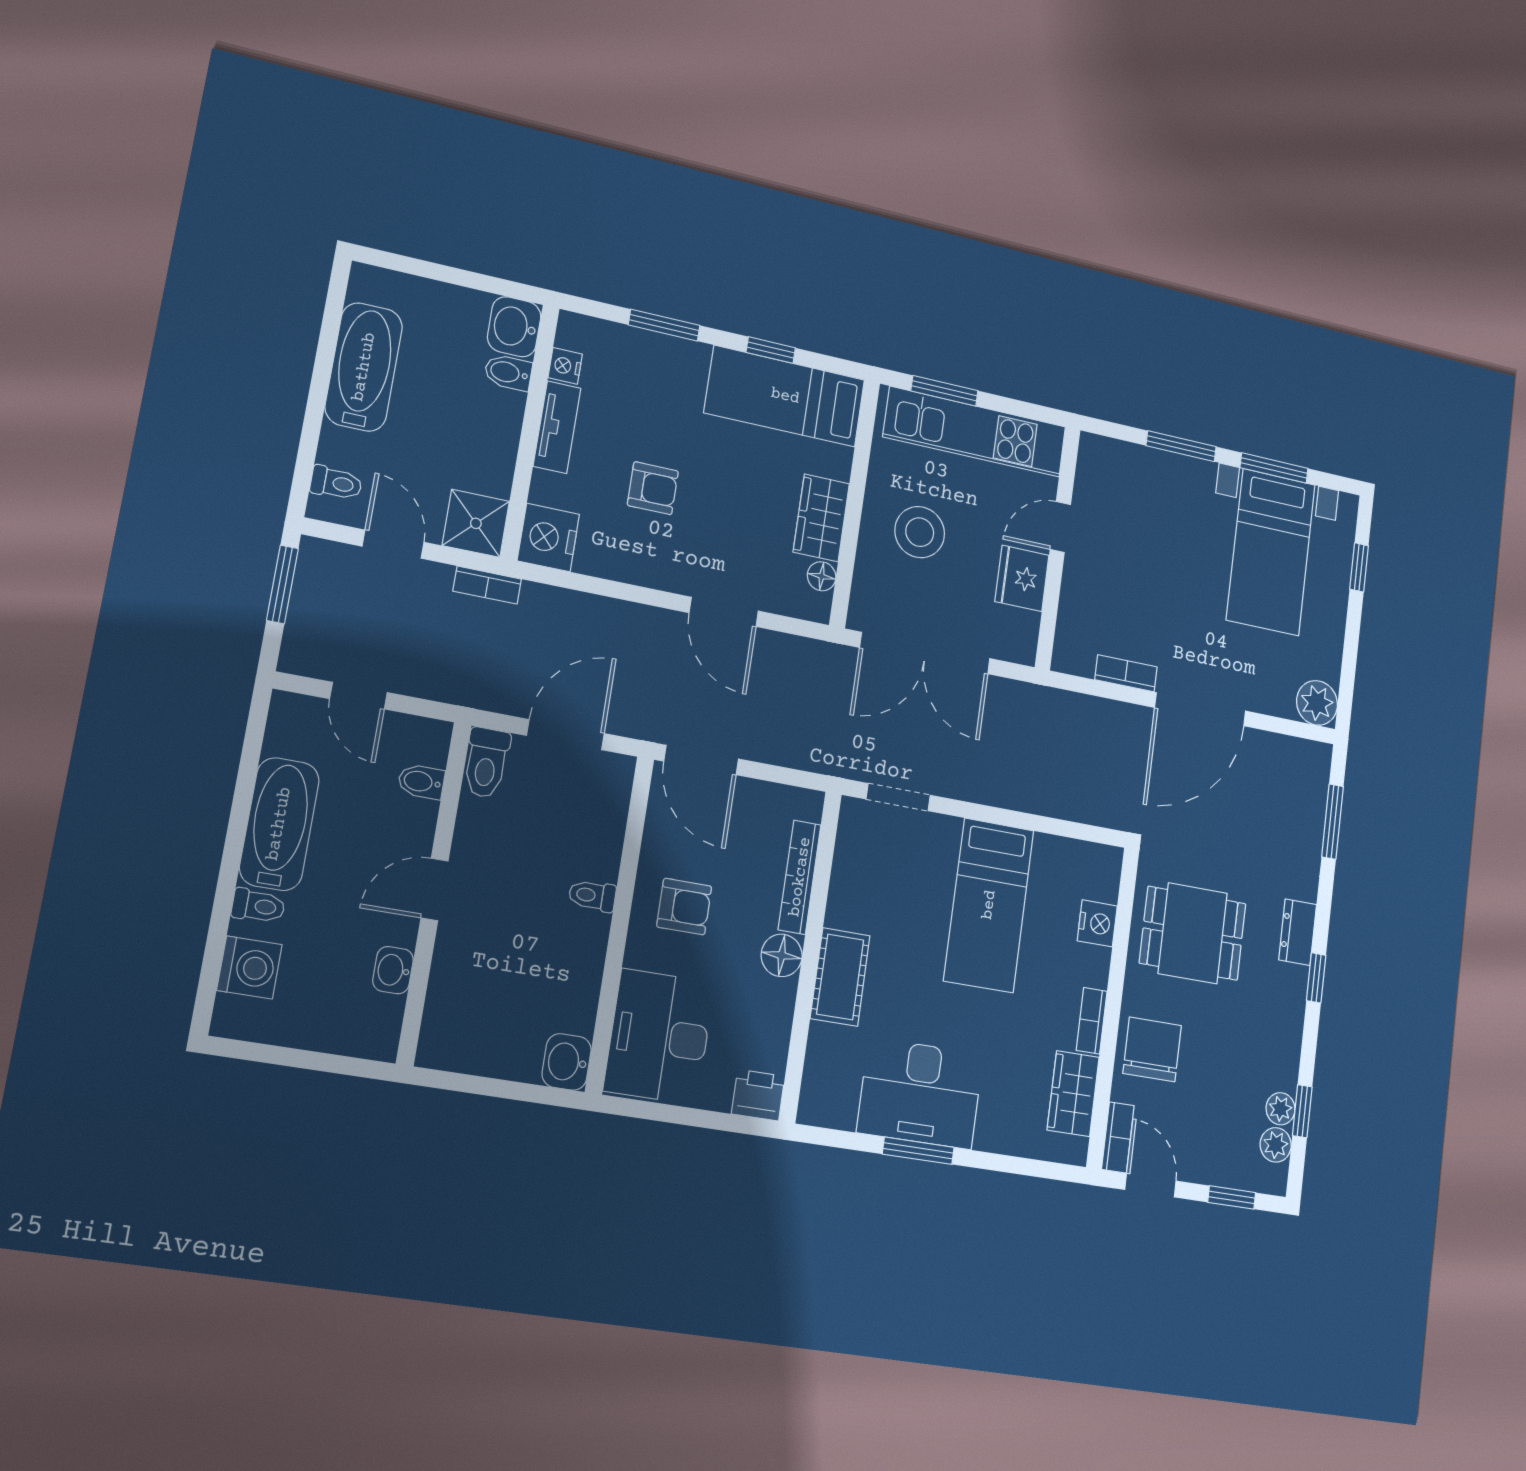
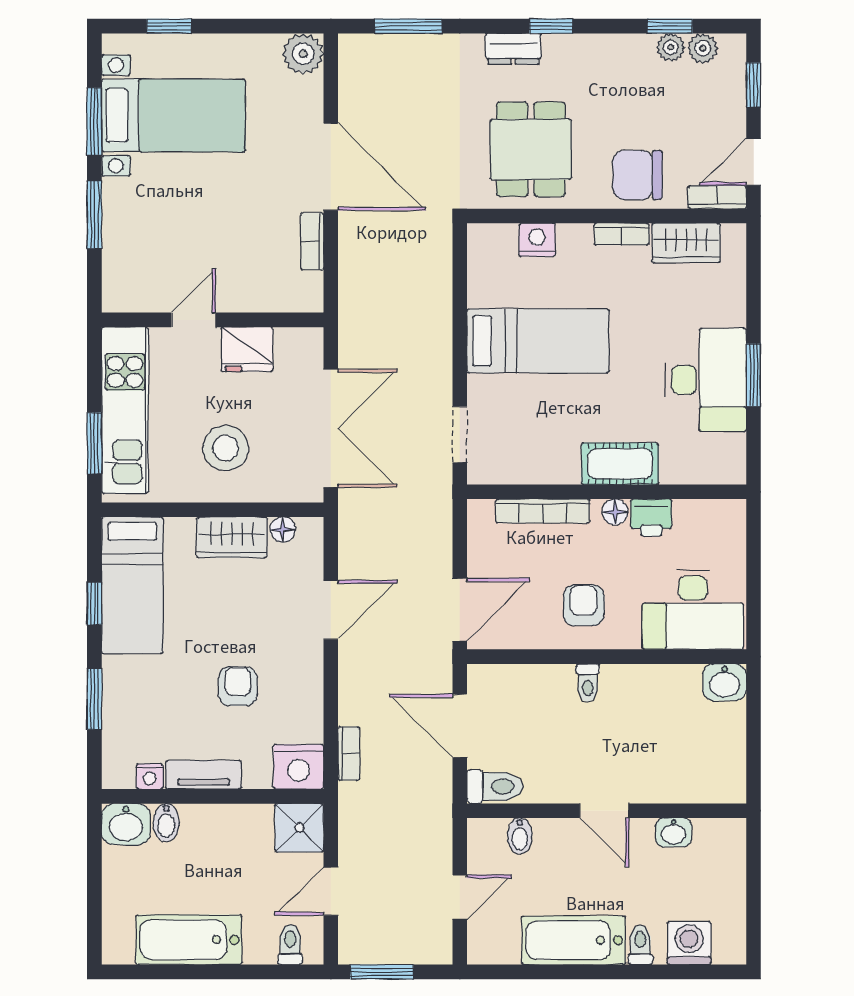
door: (1060, 527) -> (193, 320), swing flipped
bookcase: (487, 585) -> (349, 754), moved
floor lamp: (782, 955) -> (615, 512), width x0.73, depth x0.73
printer: (758, 1095) -> (651, 518), moved, turned -90

